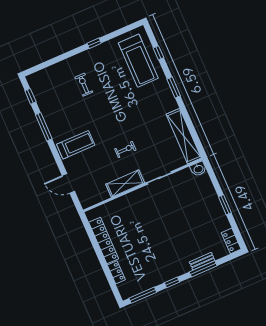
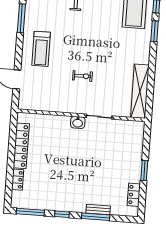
window: (174, 87) -> (154, 31), moved
treadmill: (76, 145) -> (41, 49), turned 90
washbasin: (198, 169) -> (78, 122), moved
shelving: (125, 183) -> (66, 106), removed
locker: (231, 241) -> (134, 195), moved

